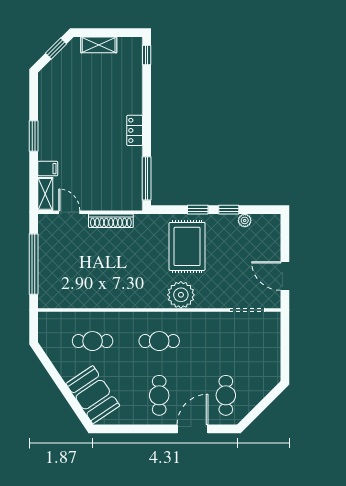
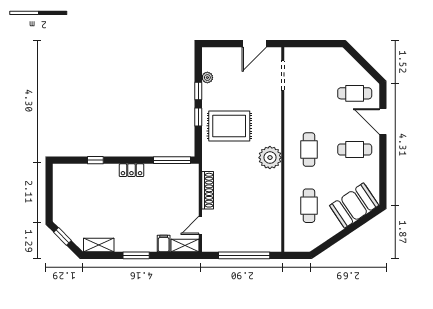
shelving: (99, 45) -> (99, 245), moved, turned 90
window: (147, 55) -> (95, 160), moved
plant: (181, 295) -> (270, 158), moved

